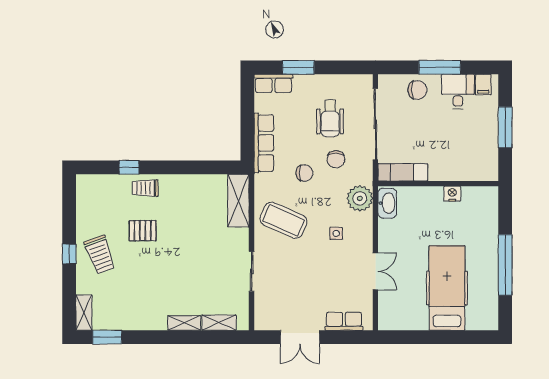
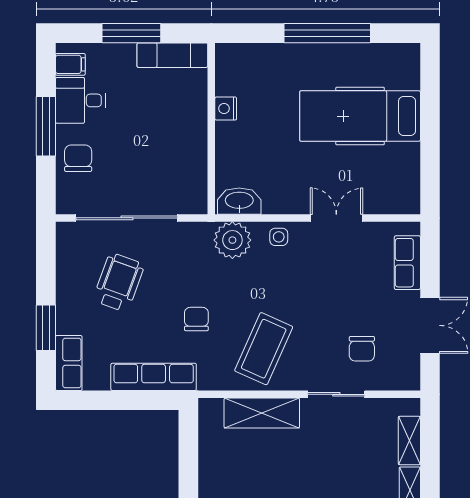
wheelchair: (330, 118) -> (119, 282), turned -70
chair: (336, 159) -> (362, 349), moved, turned 90
exam couch: (403, 172) -> (172, 55), moved, turned -90
shelving: (238, 201) -> (262, 413), moved
side table: (336, 233) -> (279, 237), moved

